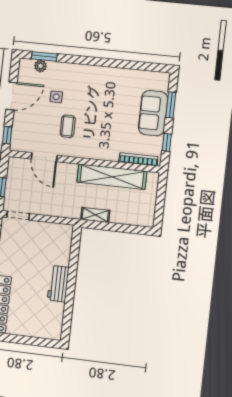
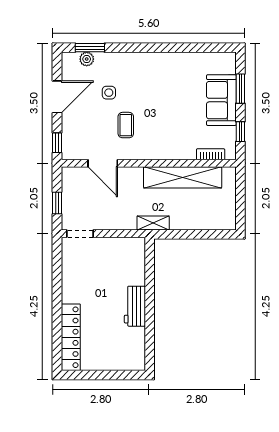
bookcase: (138, 159) -> (211, 154), width x0.64
shelving: (95, 215) -> (153, 223), moved

